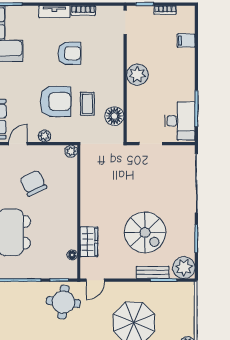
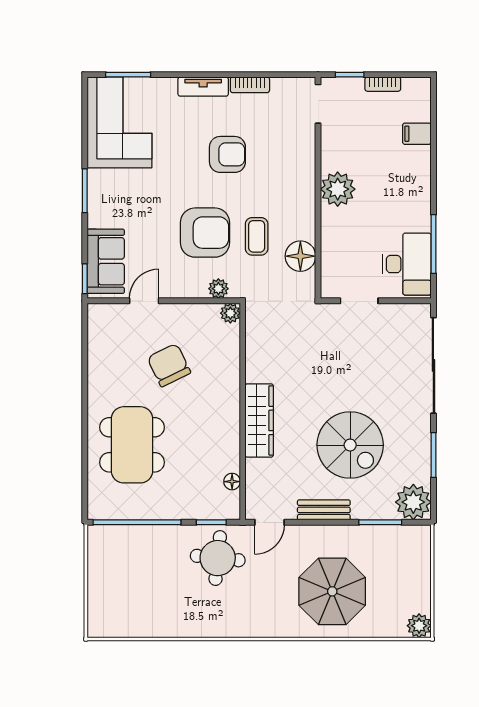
plant: (44, 136) -> (218, 289), moved
wardrobe: (89, 242) -> (259, 420), moved, width x1.50
bench: (153, 272) -> (324, 510), moved

